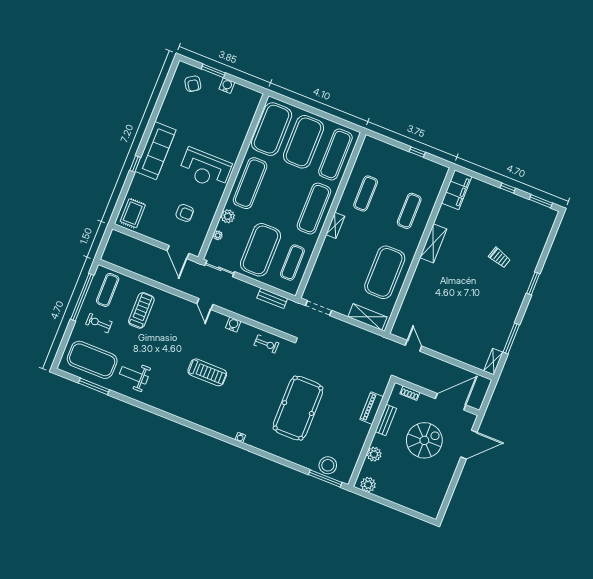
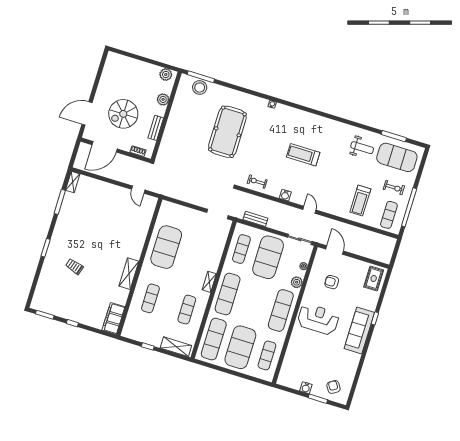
exercise mat: (272, 129) -> (267, 355), width x0.50, depth x0.69
shelving: (367, 317) -> (176, 347), moved
piano: (372, 408) -> (168, 137), removed

